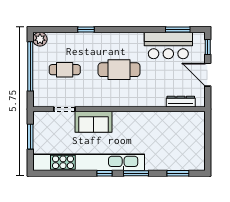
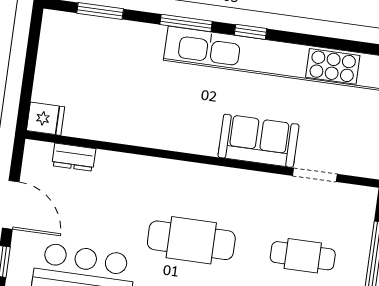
dresser: (181, 102) -> (74, 157), width x0.70
fridge: (197, 118) -> (46, 119), added

